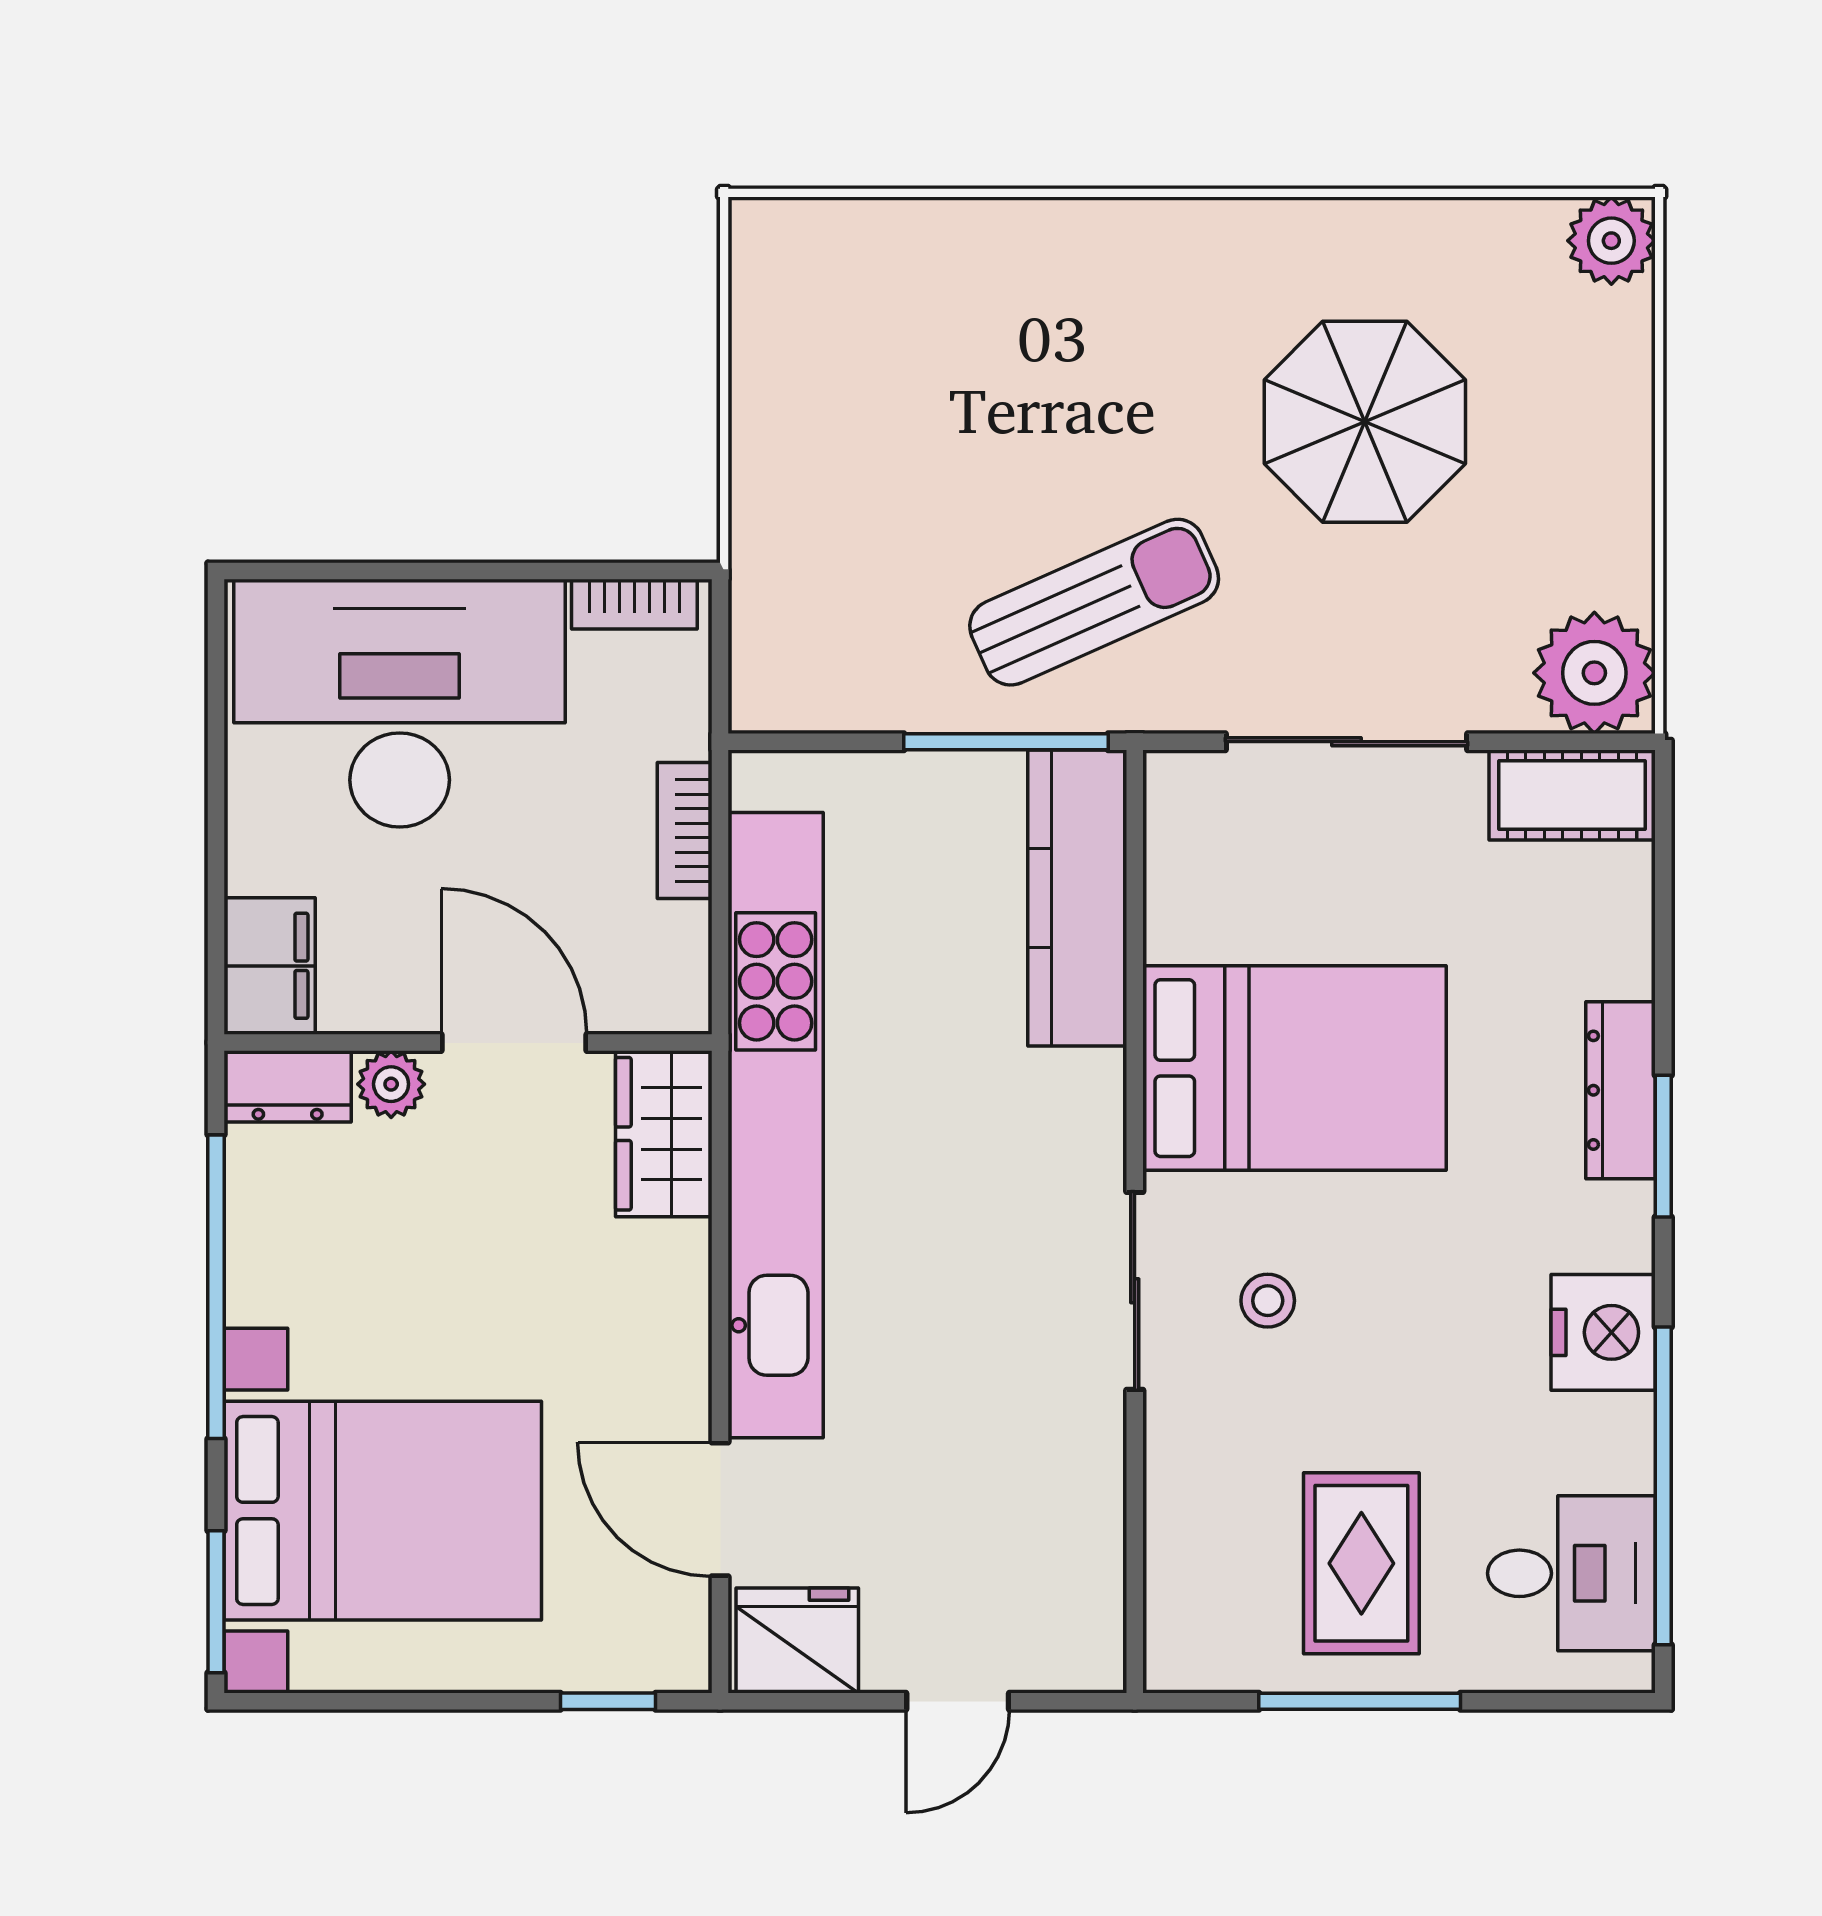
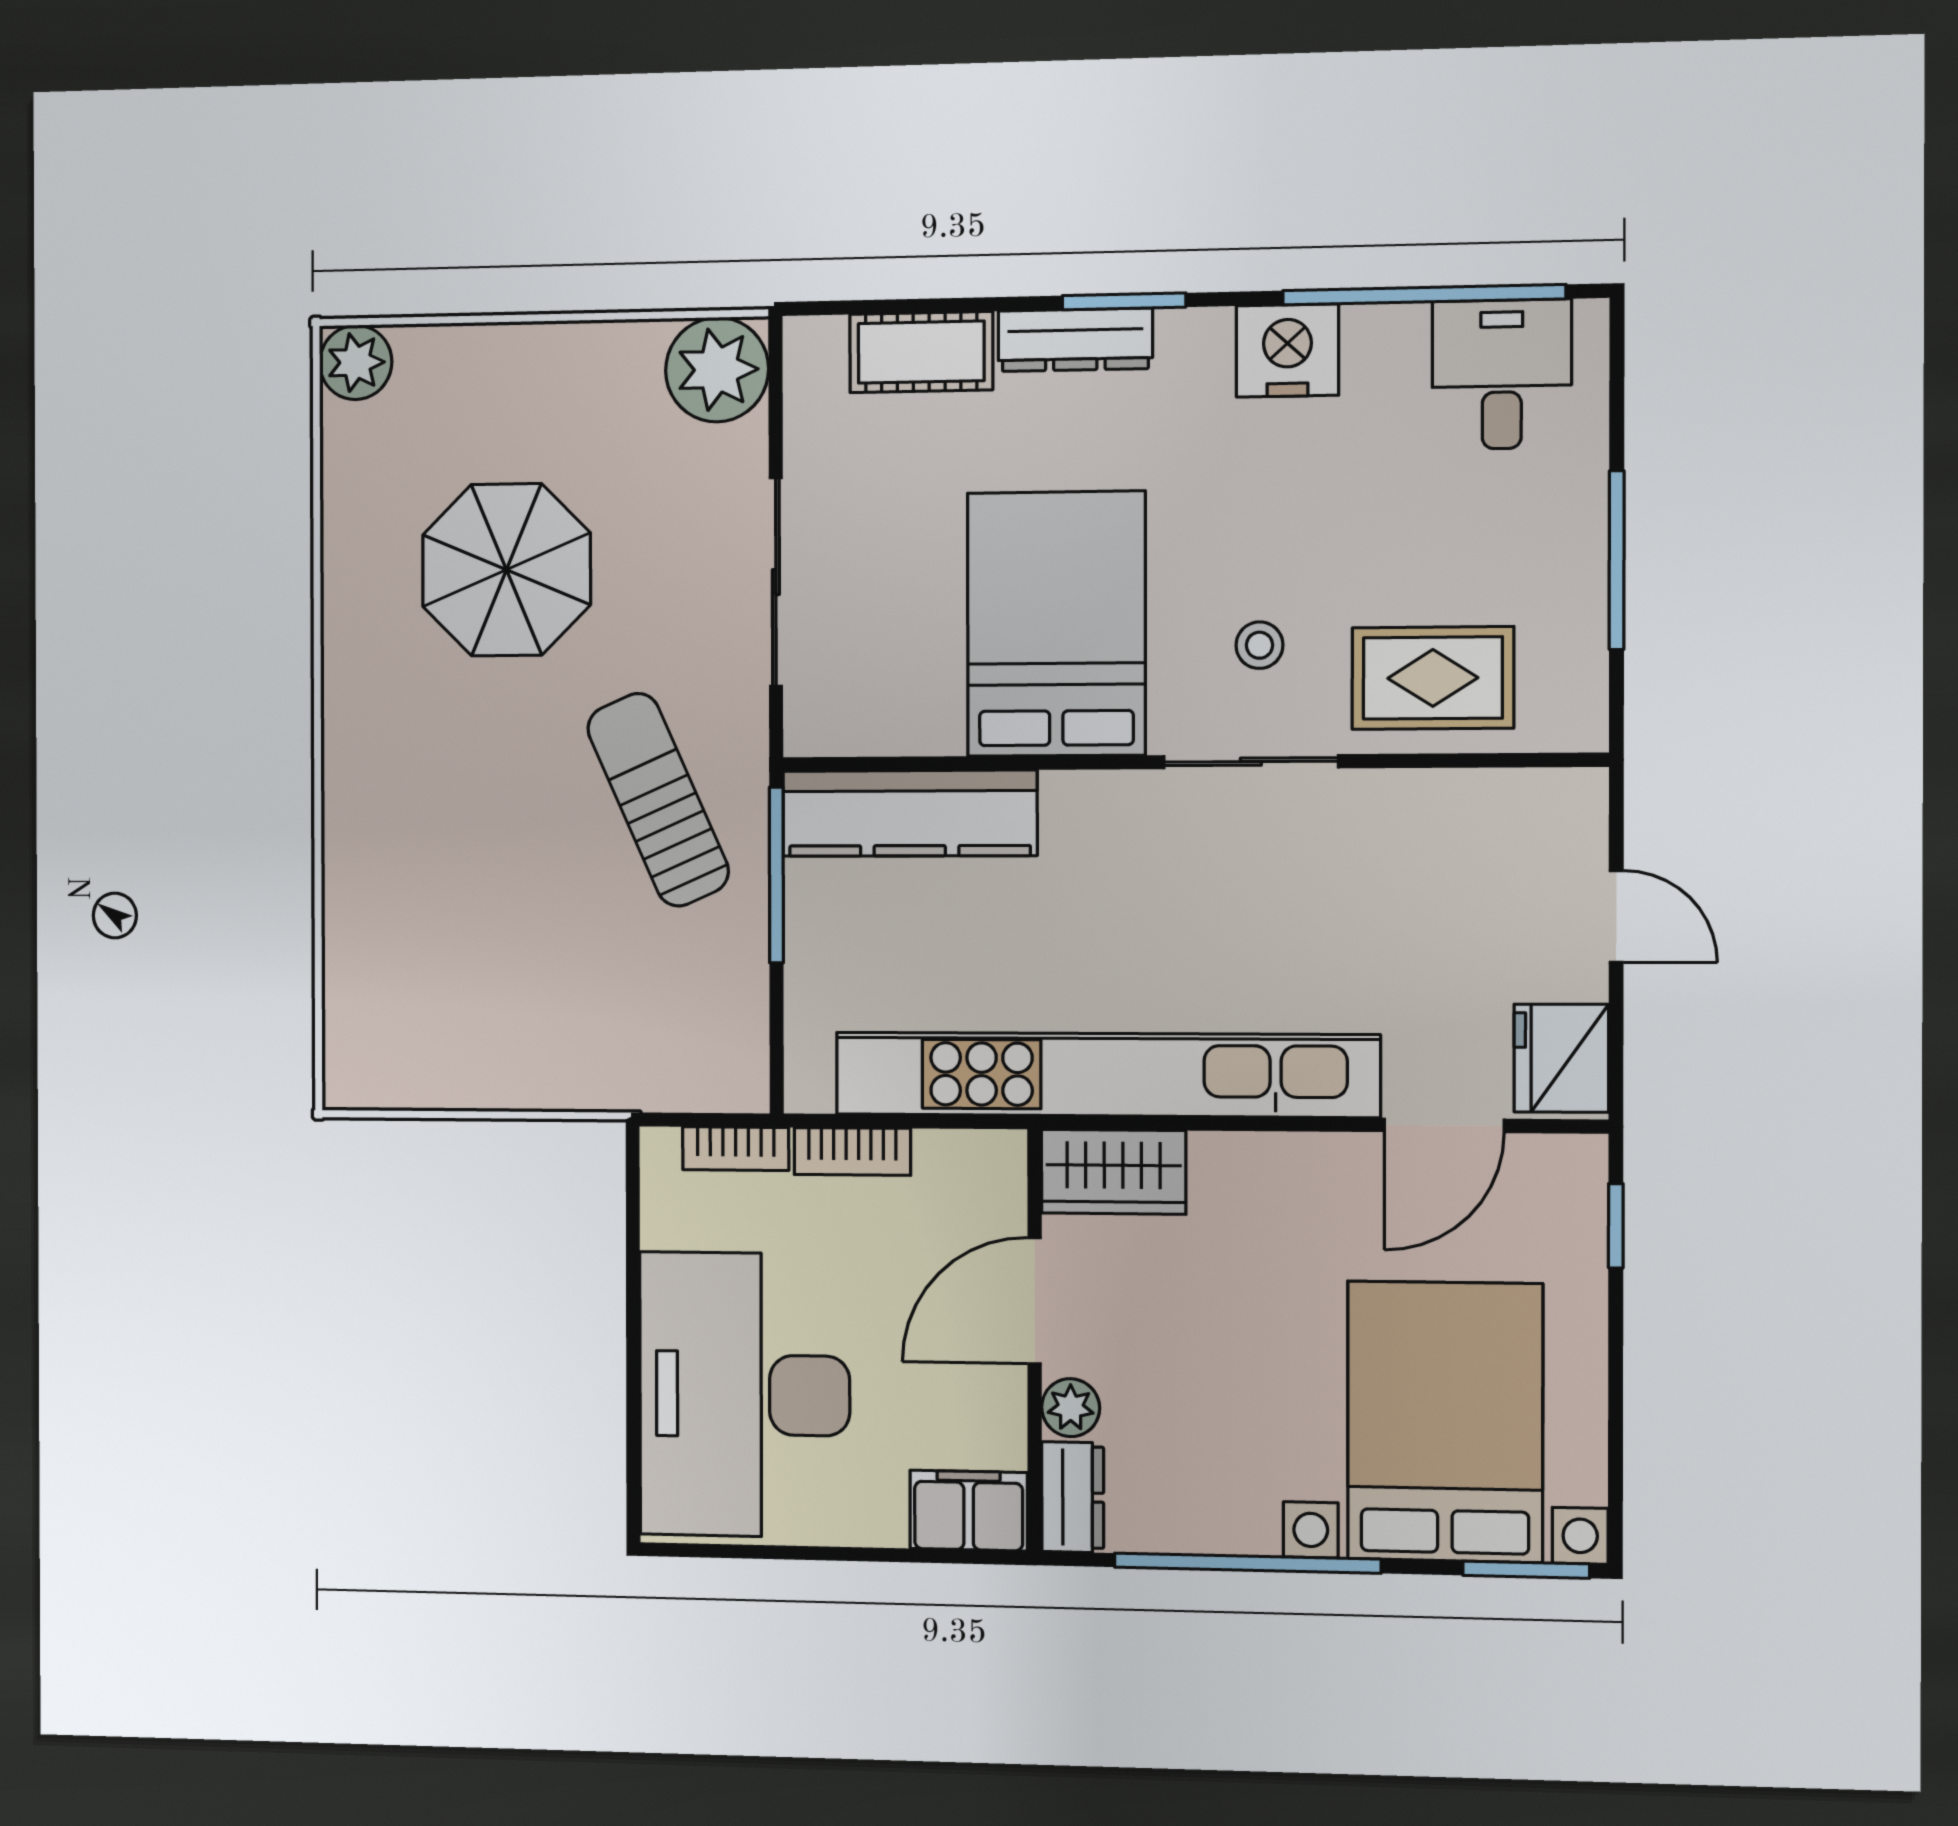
bookcase: (634, 604) -> (736, 1149), moved, turned 90
cot: (1572, 795) -> (921, 352), moved, turned 90
rug: (1361, 1563) -> (1433, 678), moved

